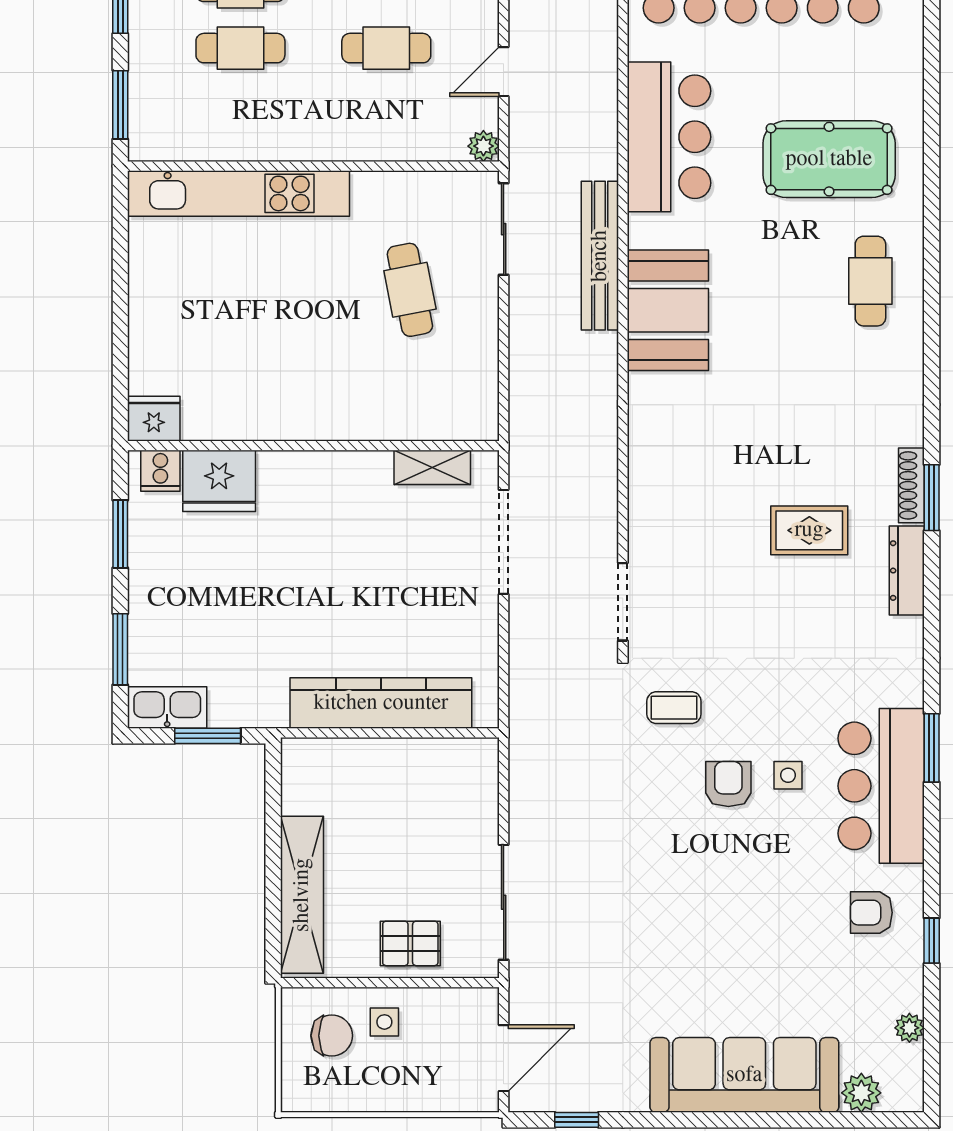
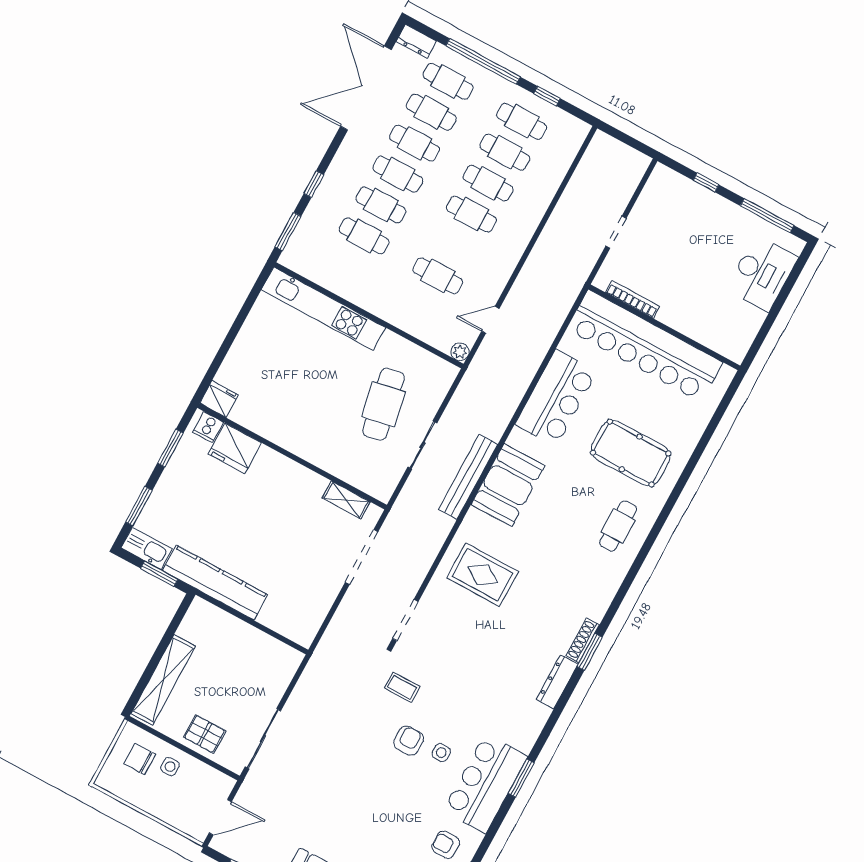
sliding door: (504, 229) -> (422, 445), moved
bench: (600, 256) -> (468, 477), moved
cafe table: (410, 290) -> (383, 404), width x1.37, depth x1.35
rug: (809, 530) -> (483, 575), moved, width x1.36, depth x1.43
kitchen counter: (381, 703) -> (215, 583), moved
chair: (332, 1036) -> (140, 759), turned 180

